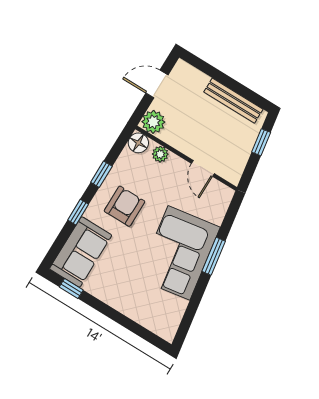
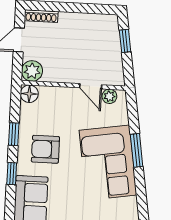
shoe rack: (192, 73) -> (41, 16), added
bench: (233, 101) -> (86, 20), removed
plant: (160, 154) -> (109, 96), moved
armchair: (124, 206) -> (45, 149), turned -90

